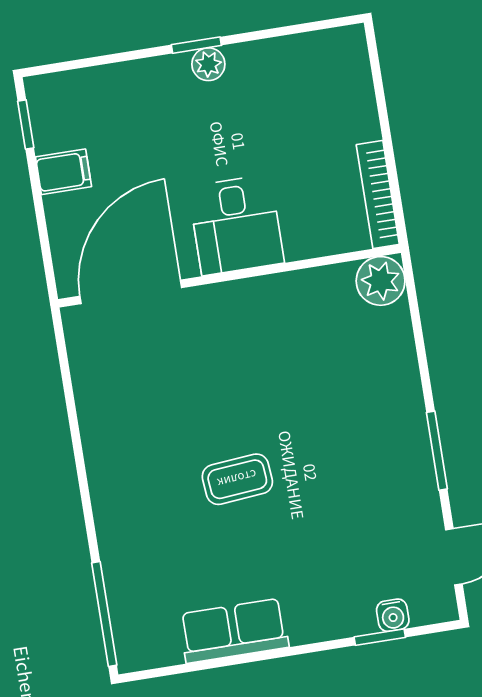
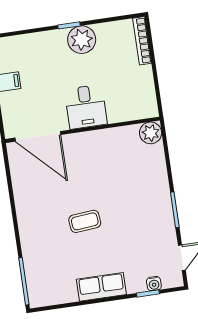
plant: (208, 64) -> (82, 40), width x1.87, depth x1.87
bookcase: (378, 195) -> (142, 41), moved
door: (131, 292) -> (38, 136), swing flipped
row of seats: (234, 631) -> (101, 287), moved

